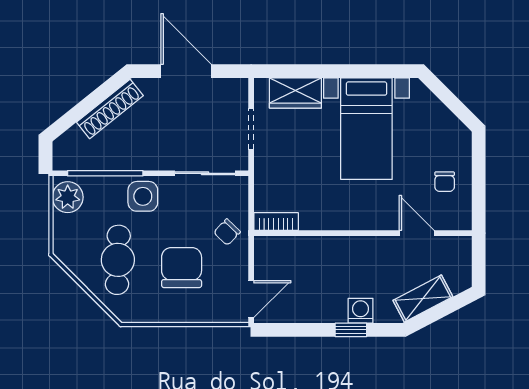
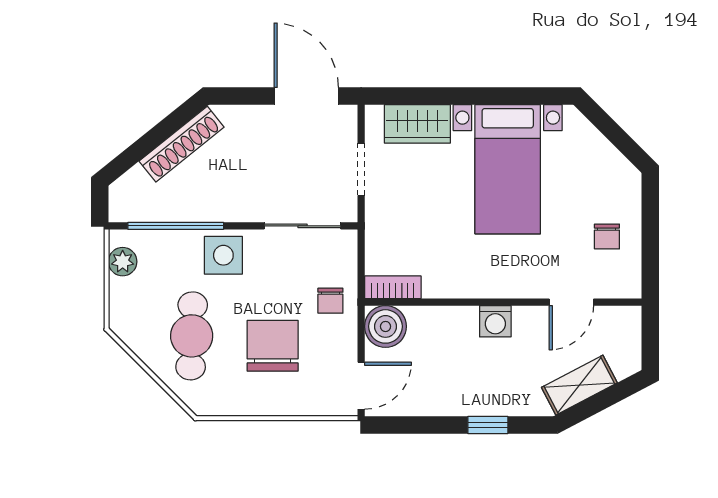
door: (186, 71) -> (306, 96), moved
plant: (68, 197) -> (123, 262), width x0.73, depth x0.73
chair: (227, 232) -> (330, 301), turned -44
door: (417, 233) -> (571, 302), swing flipped
boiler: (270, 252) -> (385, 326), added
washing machine: (361, 311) -> (495, 321), moved, turned 180

